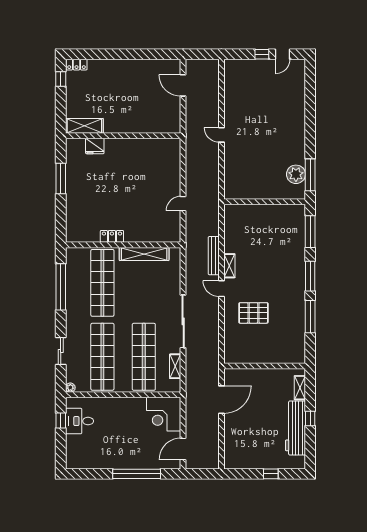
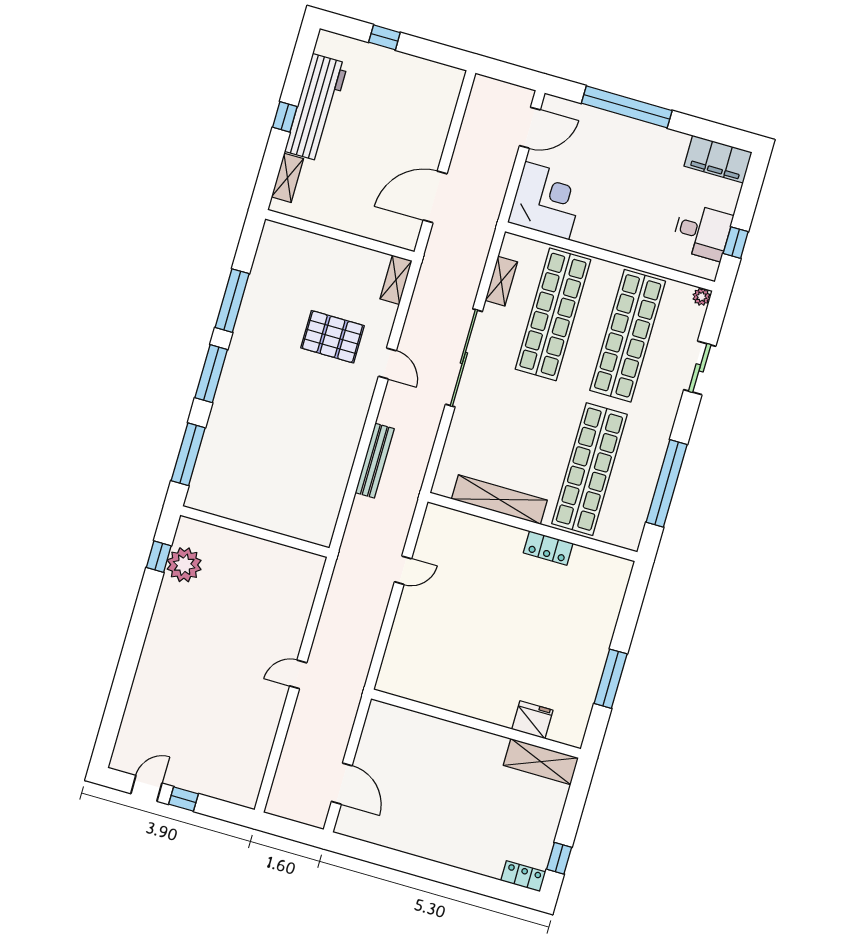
door: (221, 135) -> (298, 674), swing flipped
window: (310, 175) -> (159, 557), width x0.46
shelving: (229, 266) -> (396, 280), moved
door: (221, 289) -> (387, 364), moved
filing cabinet: (82, 461) -> (718, 159), added

